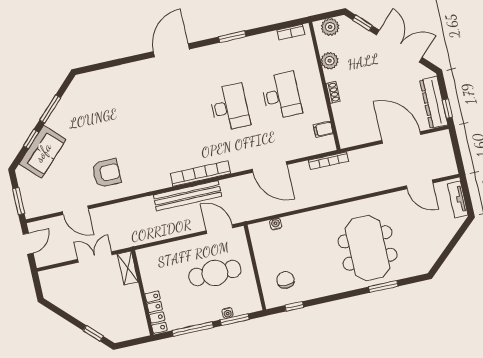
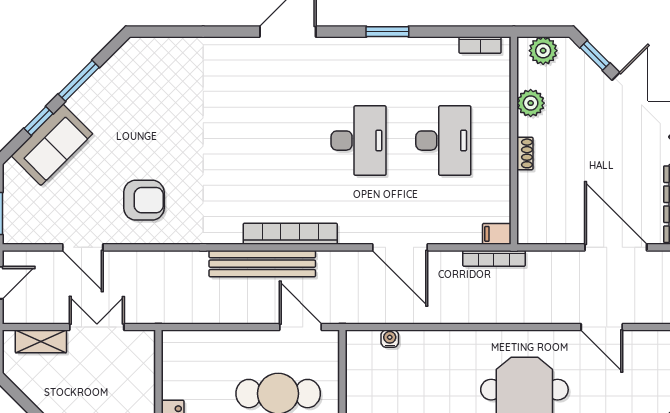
filing cabinet: (323, 129) -> (497, 234), moved
door: (420, 184) -> (602, 327), moved
shelving: (128, 268) -> (41, 341), moved, turned 90

